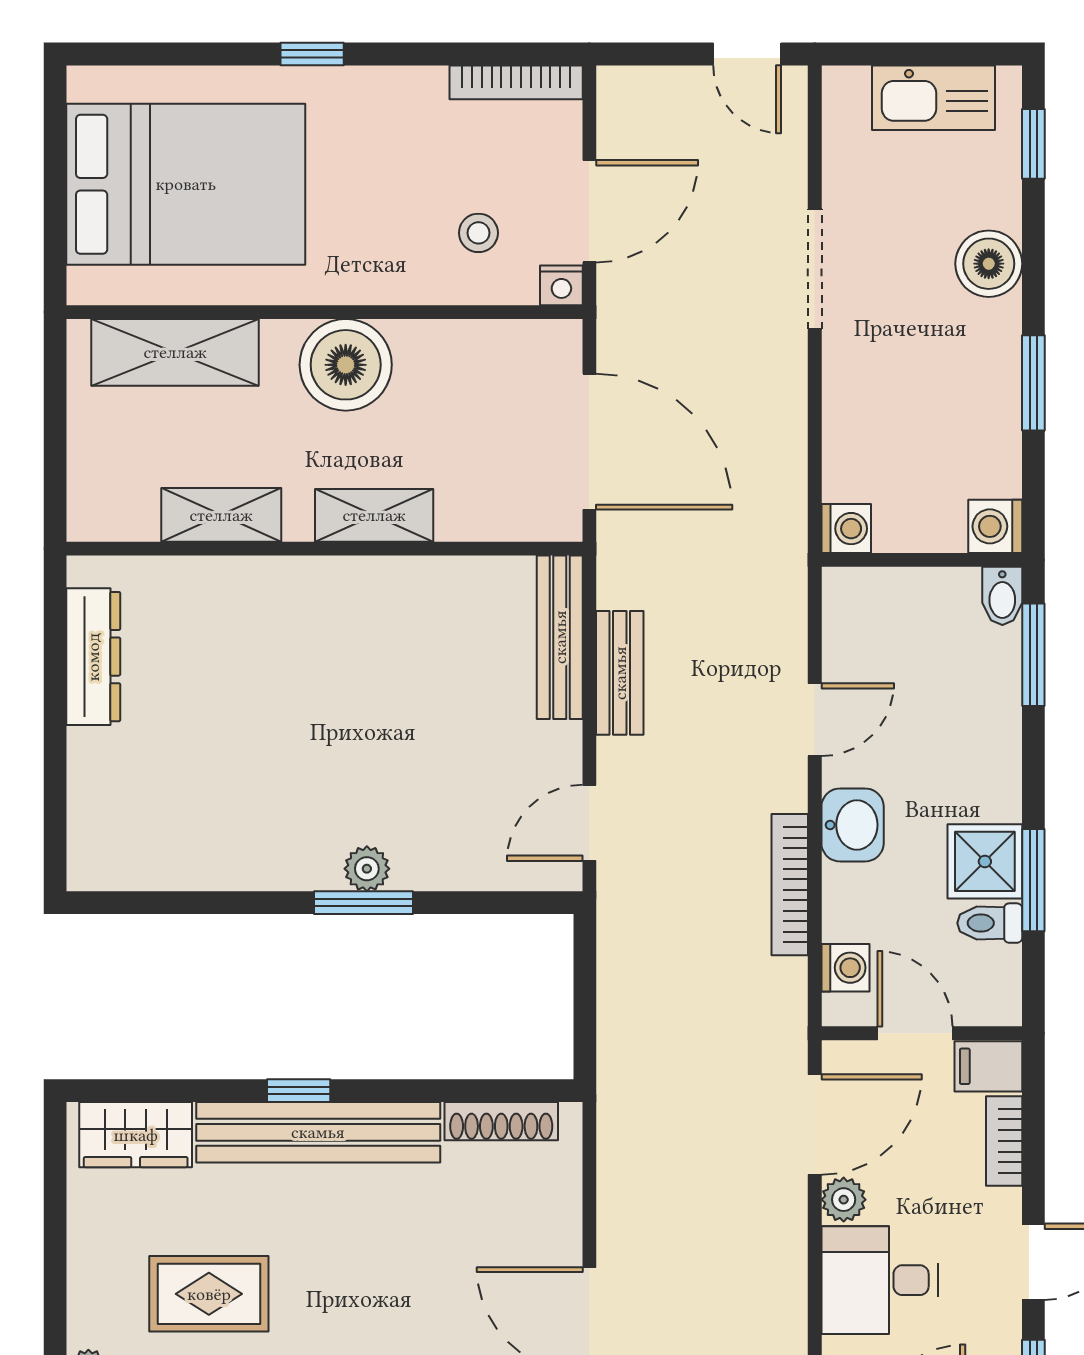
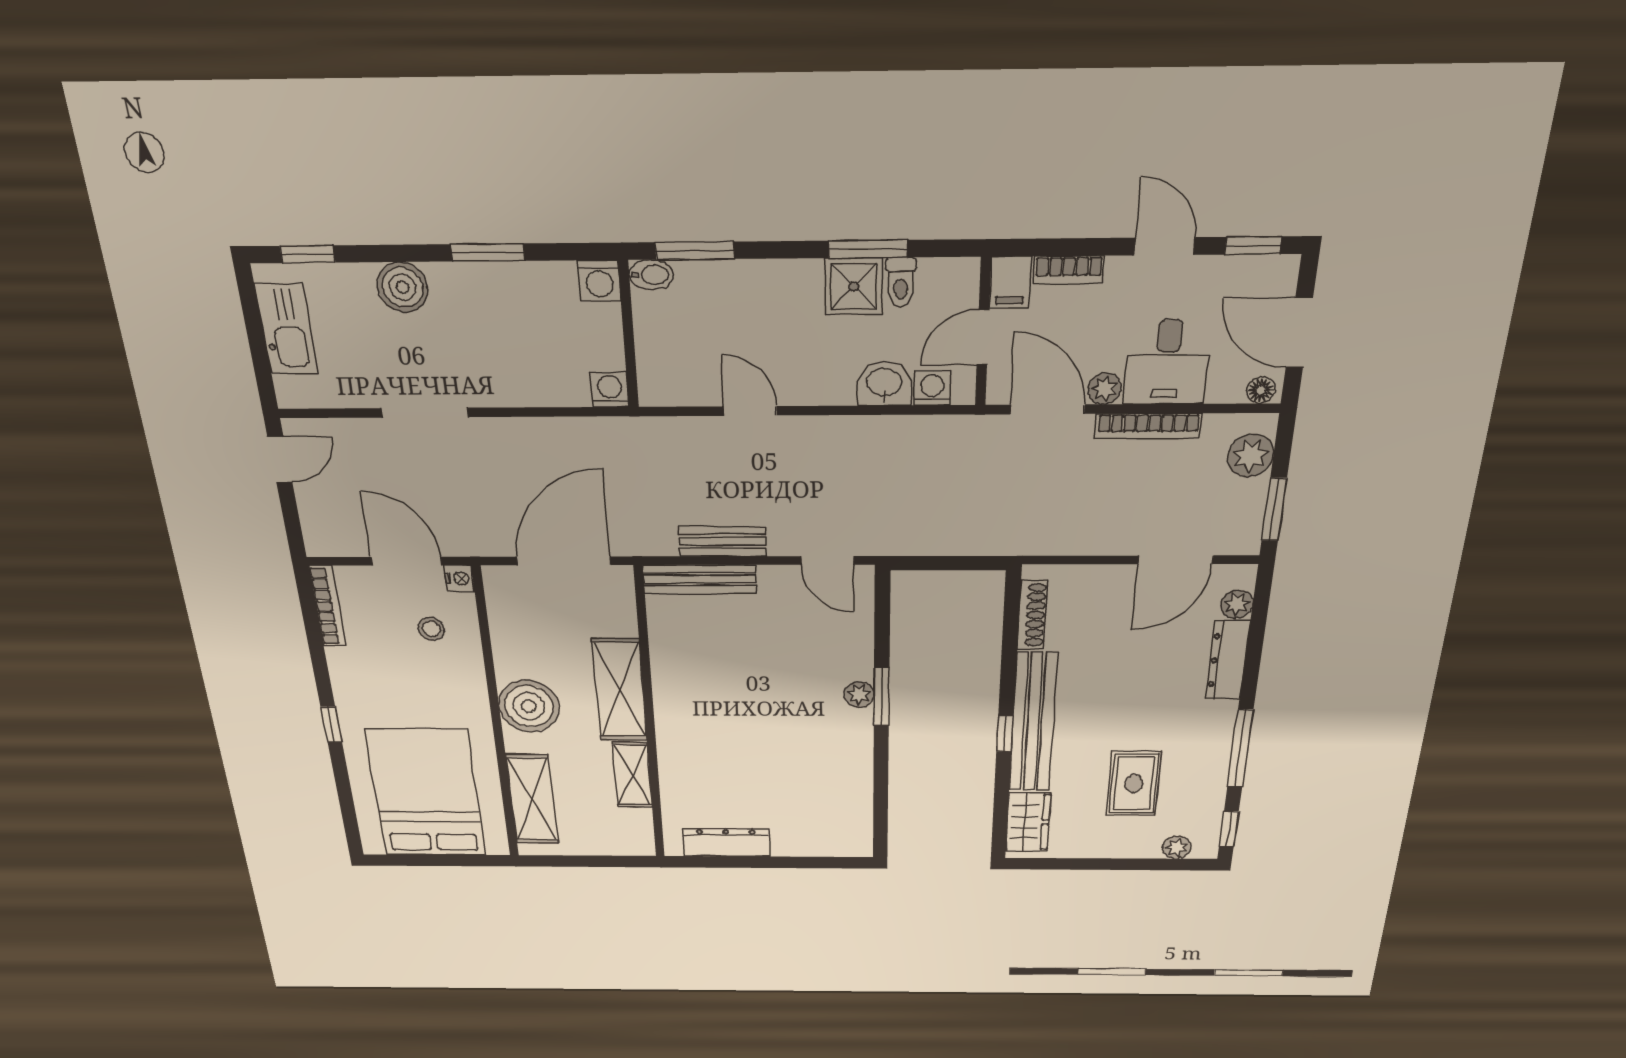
shelving: (374, 515) -> (620, 690), width x1.50, depth x1.33
washbasin: (853, 825) -> (884, 383), moved
bookcase: (790, 885) -> (1148, 426), moved

